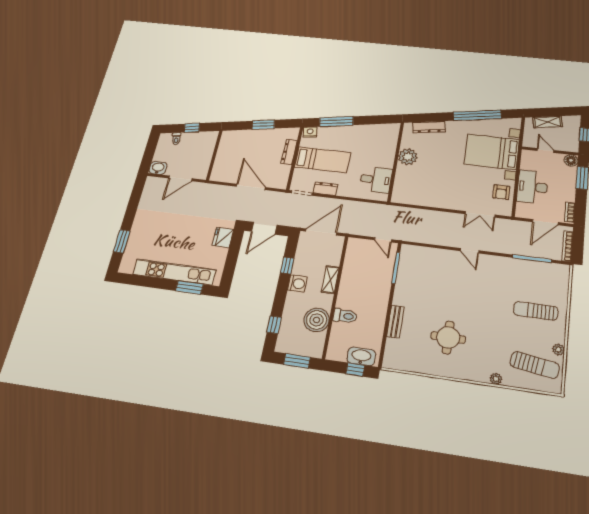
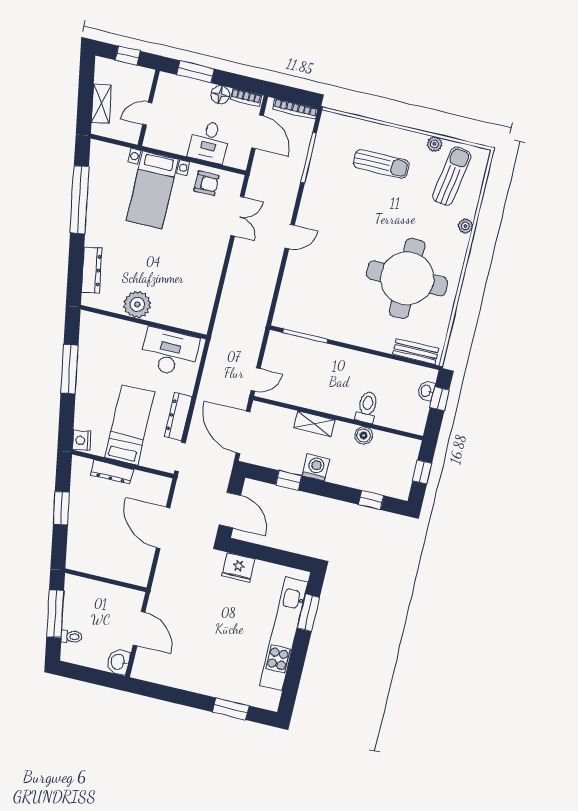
window: (336, 121) -> (70, 369), moved
window: (192, 128) -> (55, 614), width x2.17
bed with nightstands: (492, 152) -> (152, 190), width x0.73
floor lamp: (571, 160) -> (220, 95), moved
desk: (376, 180) -> (169, 352), width x1.37
door: (251, 187) -> (163, 528), hinge flipped
desk: (532, 187) -> (209, 142), width x0.73
dresser: (325, 189) -> (178, 416), width x1.44
door: (383, 240) -> (256, 380), moved
sun lounger: (536, 311) -> (381, 164), turned -90
boiler: (317, 320) -> (364, 435), width x0.54, depth x0.54
bench: (395, 322) -> (416, 351), moved
round table: (448, 337) -> (407, 278), width x1.86, depth x1.86
washbasin: (361, 356) -> (426, 391), width x0.52, depth x0.69
window: (297, 361) -> (422, 472), width x0.67

